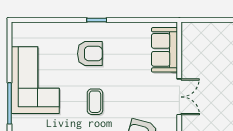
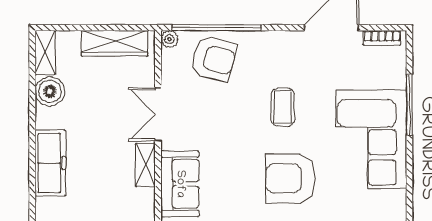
armchair: (90, 54) -> (290, 178), width x1.36, depth x1.36
shelving: (188, 63) -> (145, 165), added

